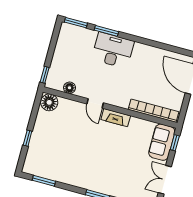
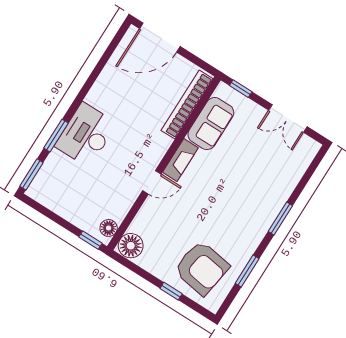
floor lamp: (70, 88) -> (109, 228), moved
sofa: (162, 142) -> (211, 124), moved, turned -90
armchair: (49, 154) -> (202, 268), added
window: (44, 181) -> (247, 271), moved

